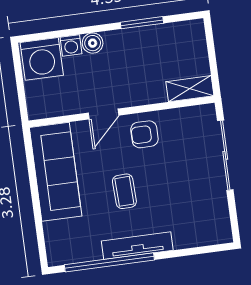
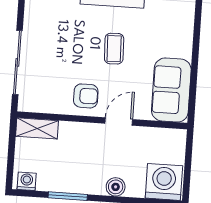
washing machine: (71, 45) -> (27, 181), moved
sofa: (56, 172) -> (171, 90), width x0.73

